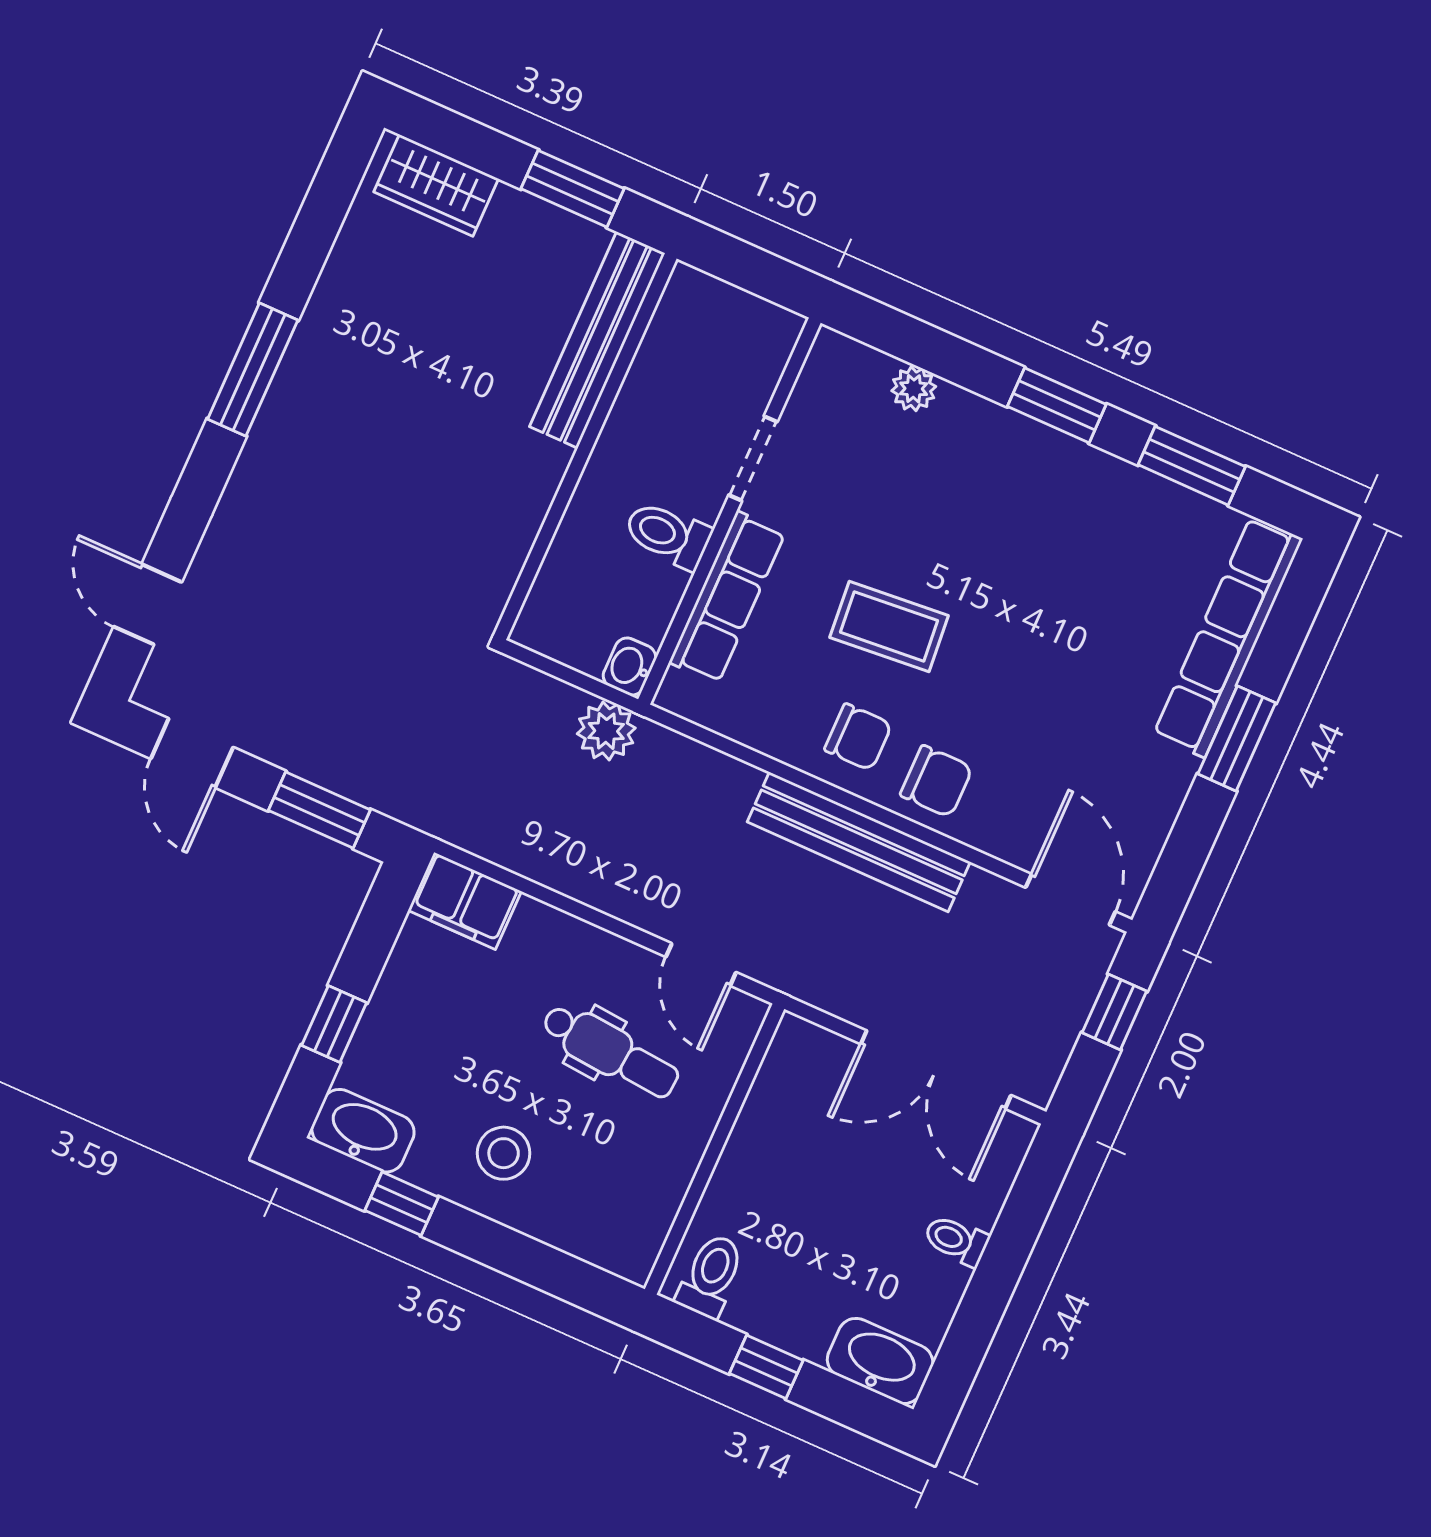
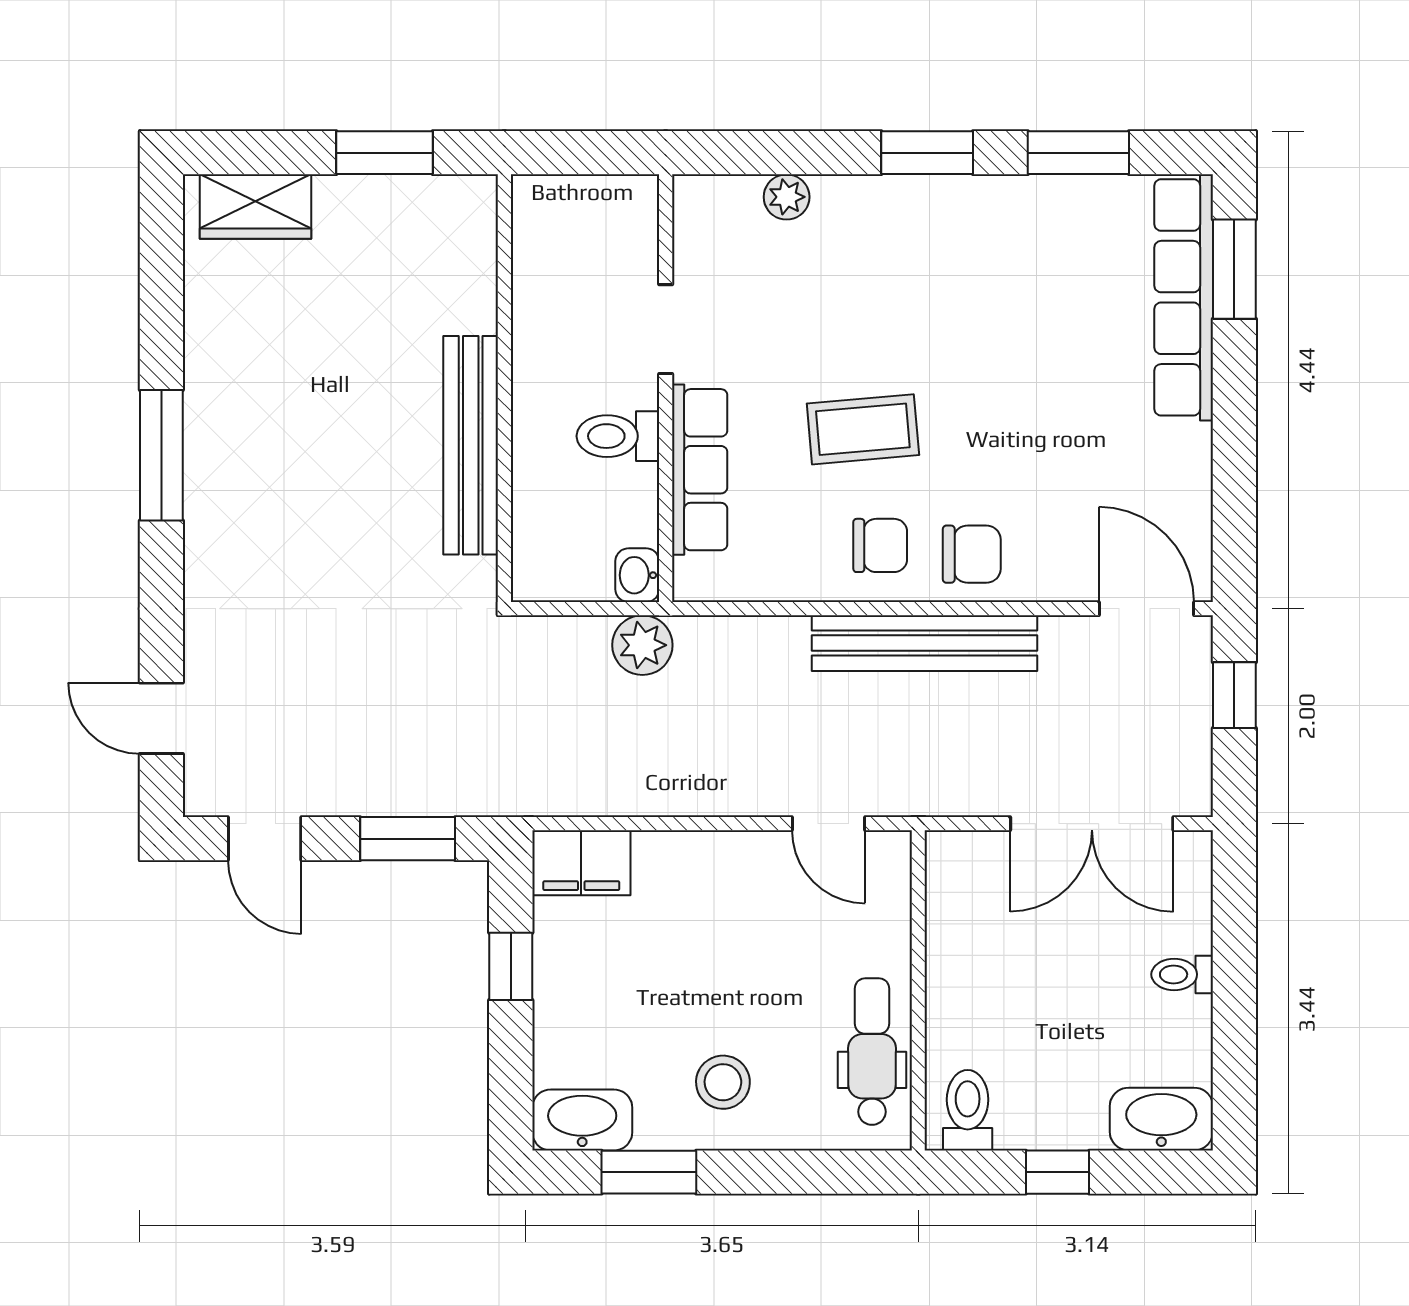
bench: (597, 340) -> (471, 445), moved
window: (1237, 738) -> (1234, 269), moved
window: (334, 1024) -> (511, 966), moved
dental chair: (610, 1051) -> (872, 1052), moved, turned -95
window: (402, 1204) -> (649, 1172), width x1.50

